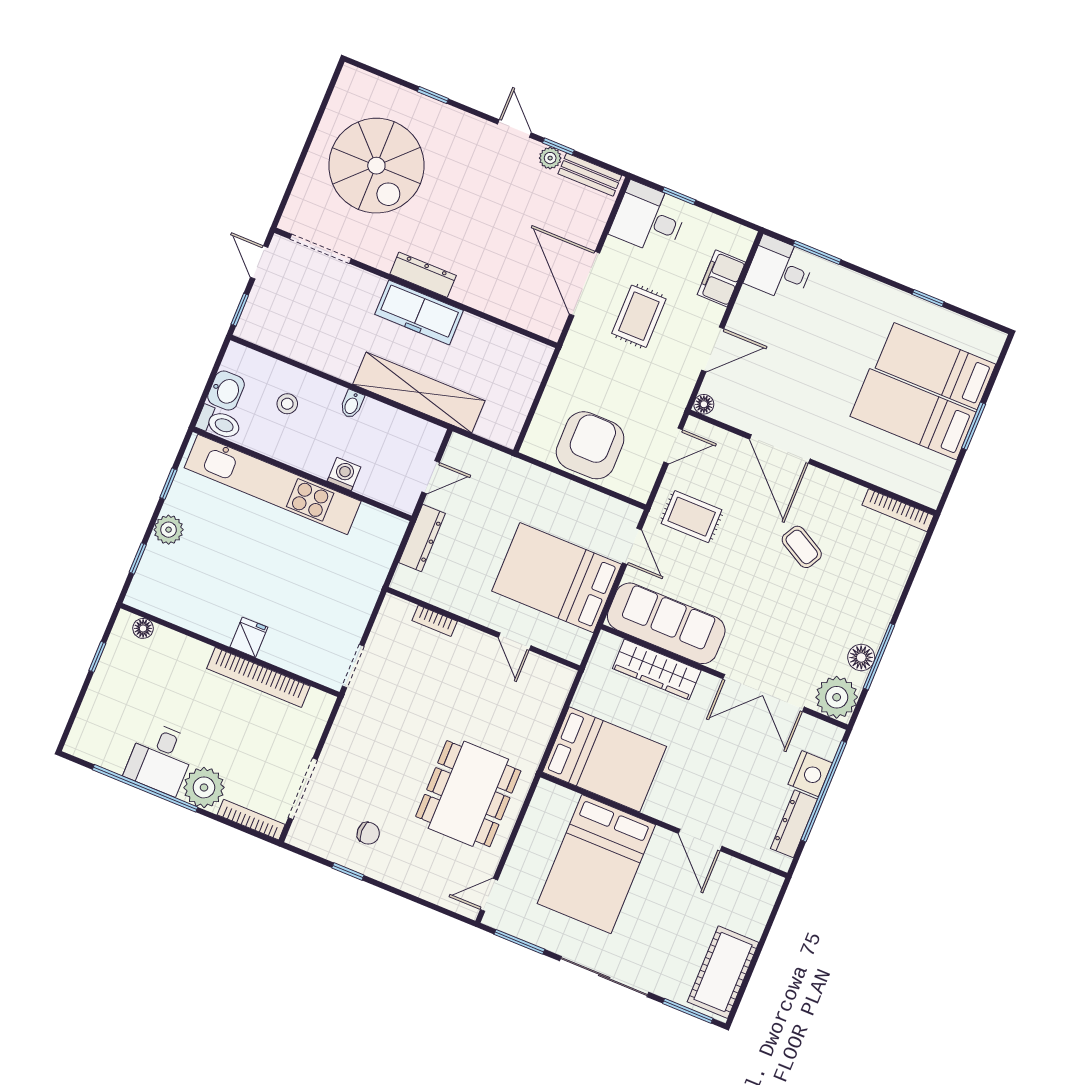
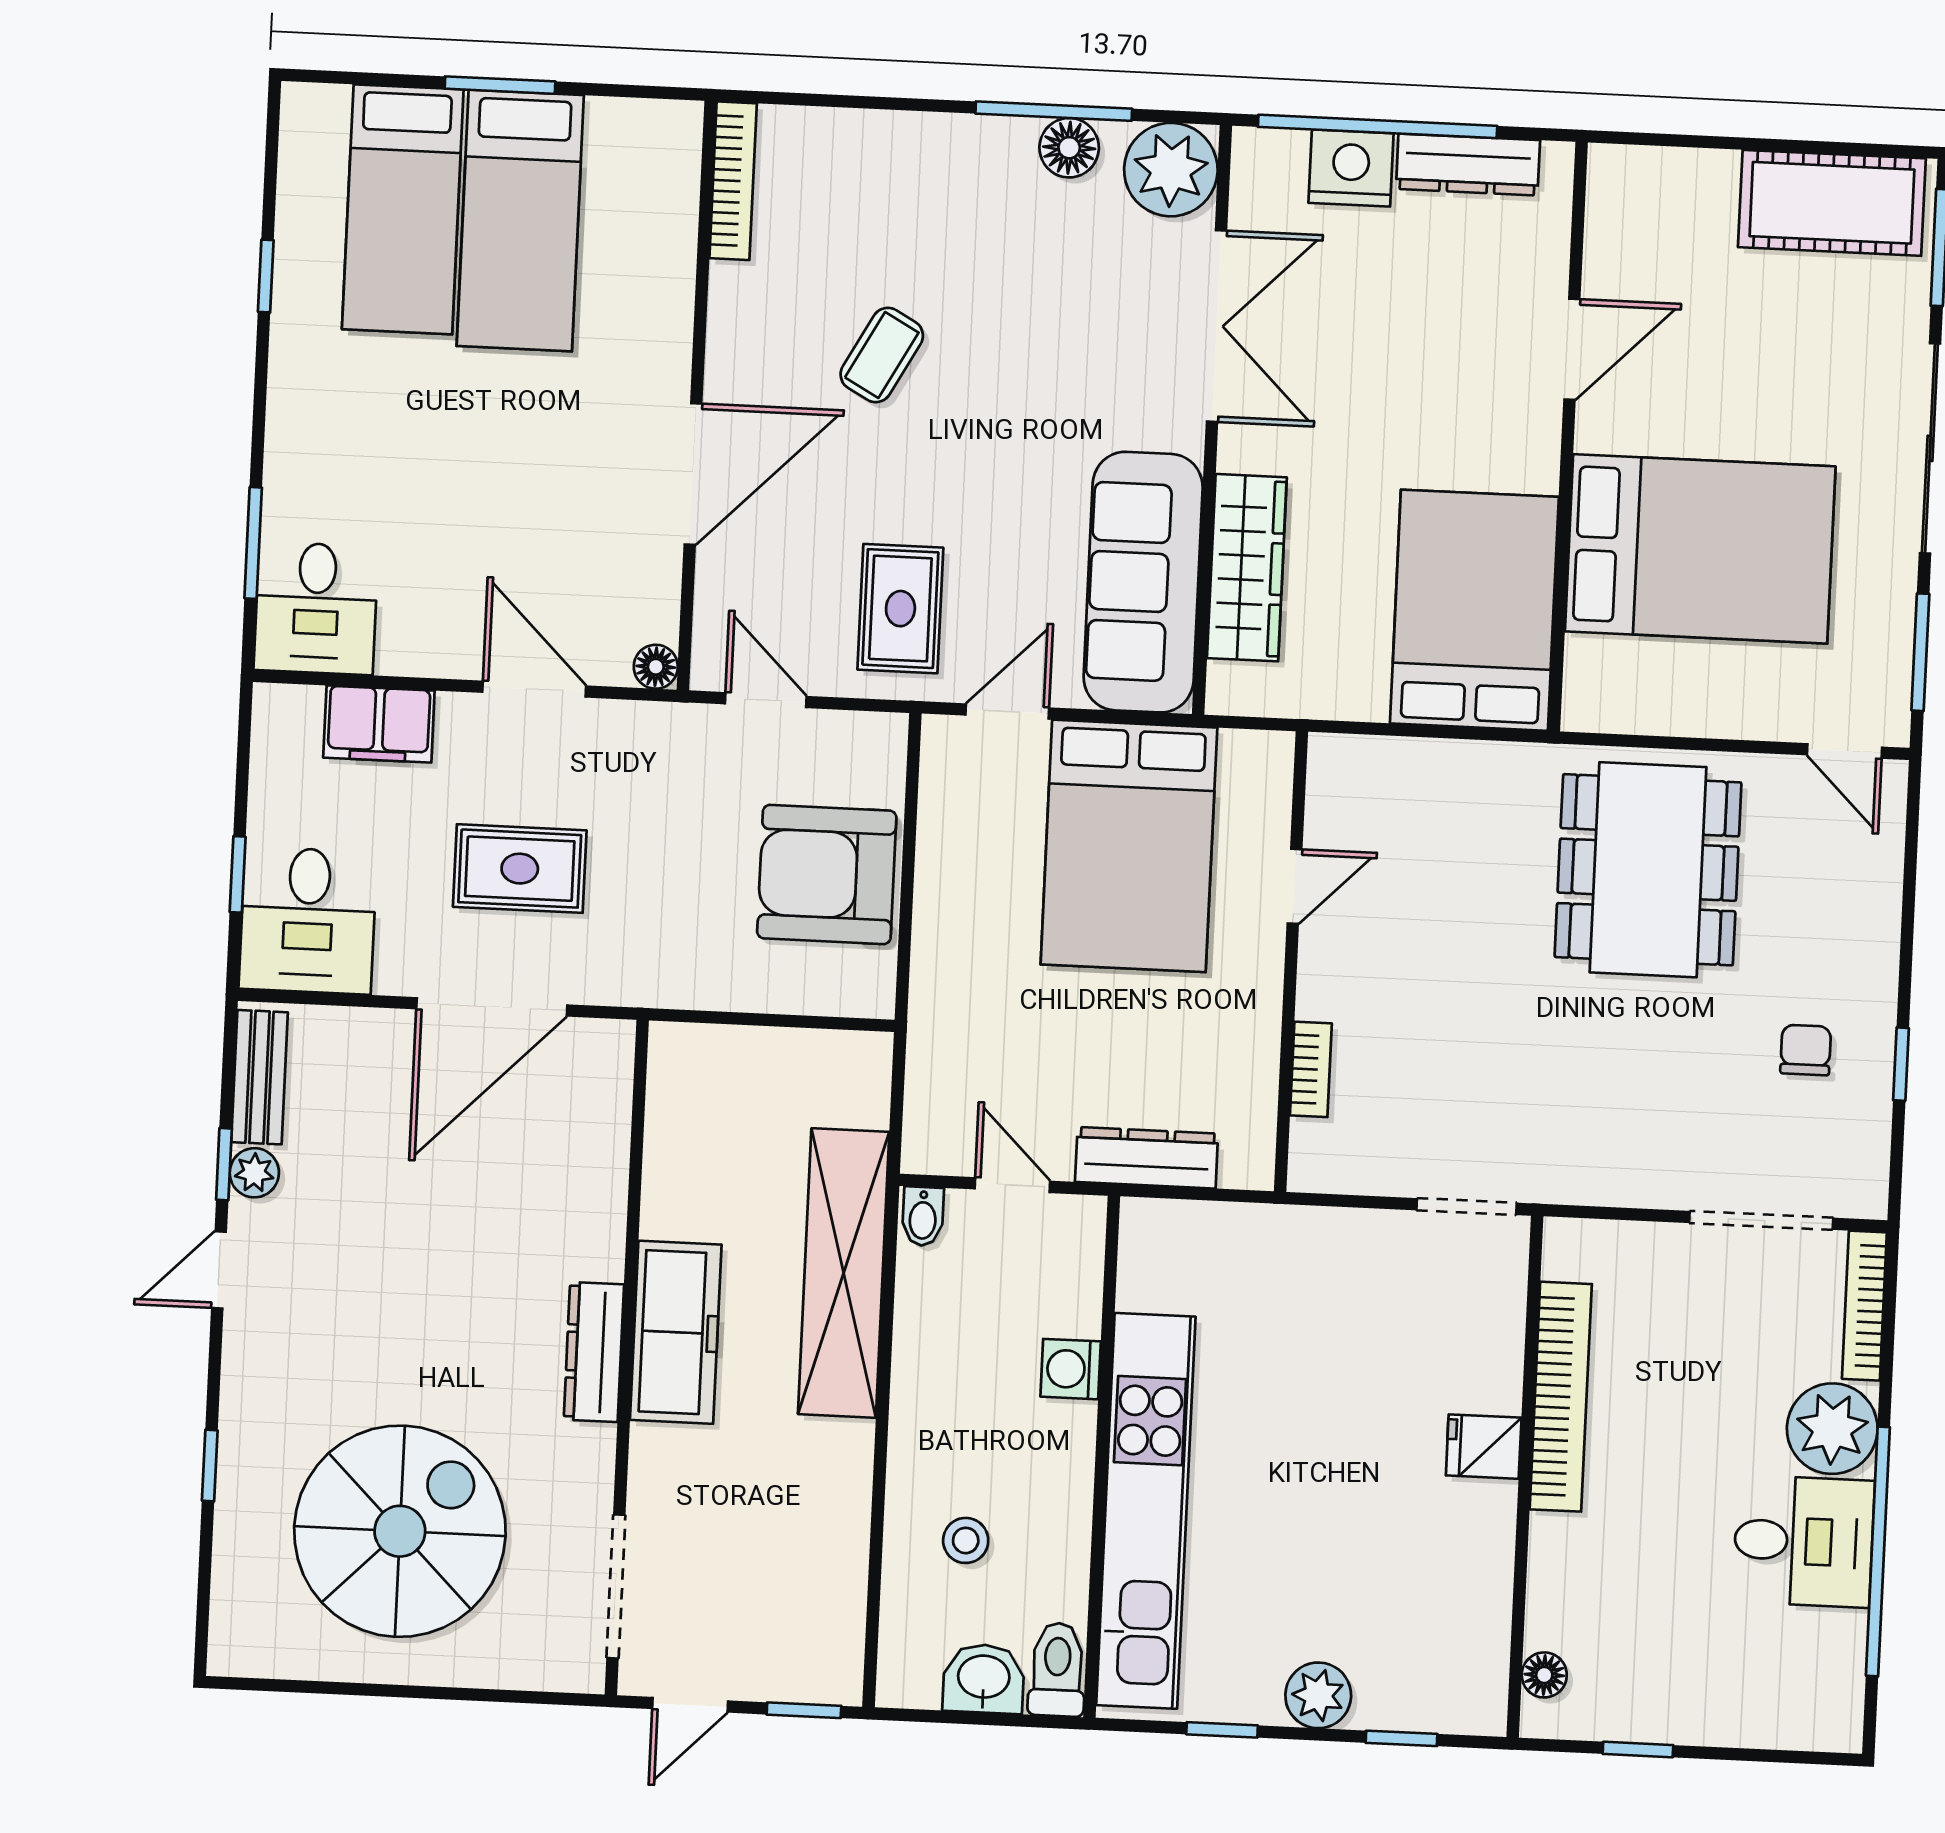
bidet: (352, 404) -> (923, 1216), moved, turned 90
dining table: (468, 794) -> (1648, 870), turned 90

